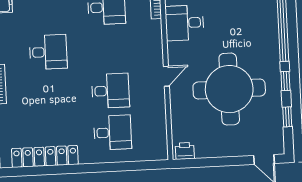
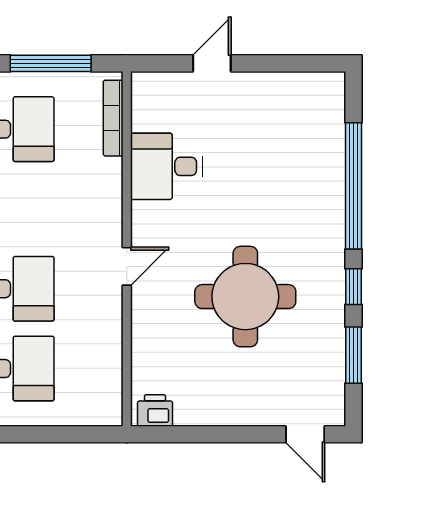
round table: (229, 89) -> (245, 297), width x0.73, depth x0.73
window: (287, 117) -> (353, 355), width x1.50

